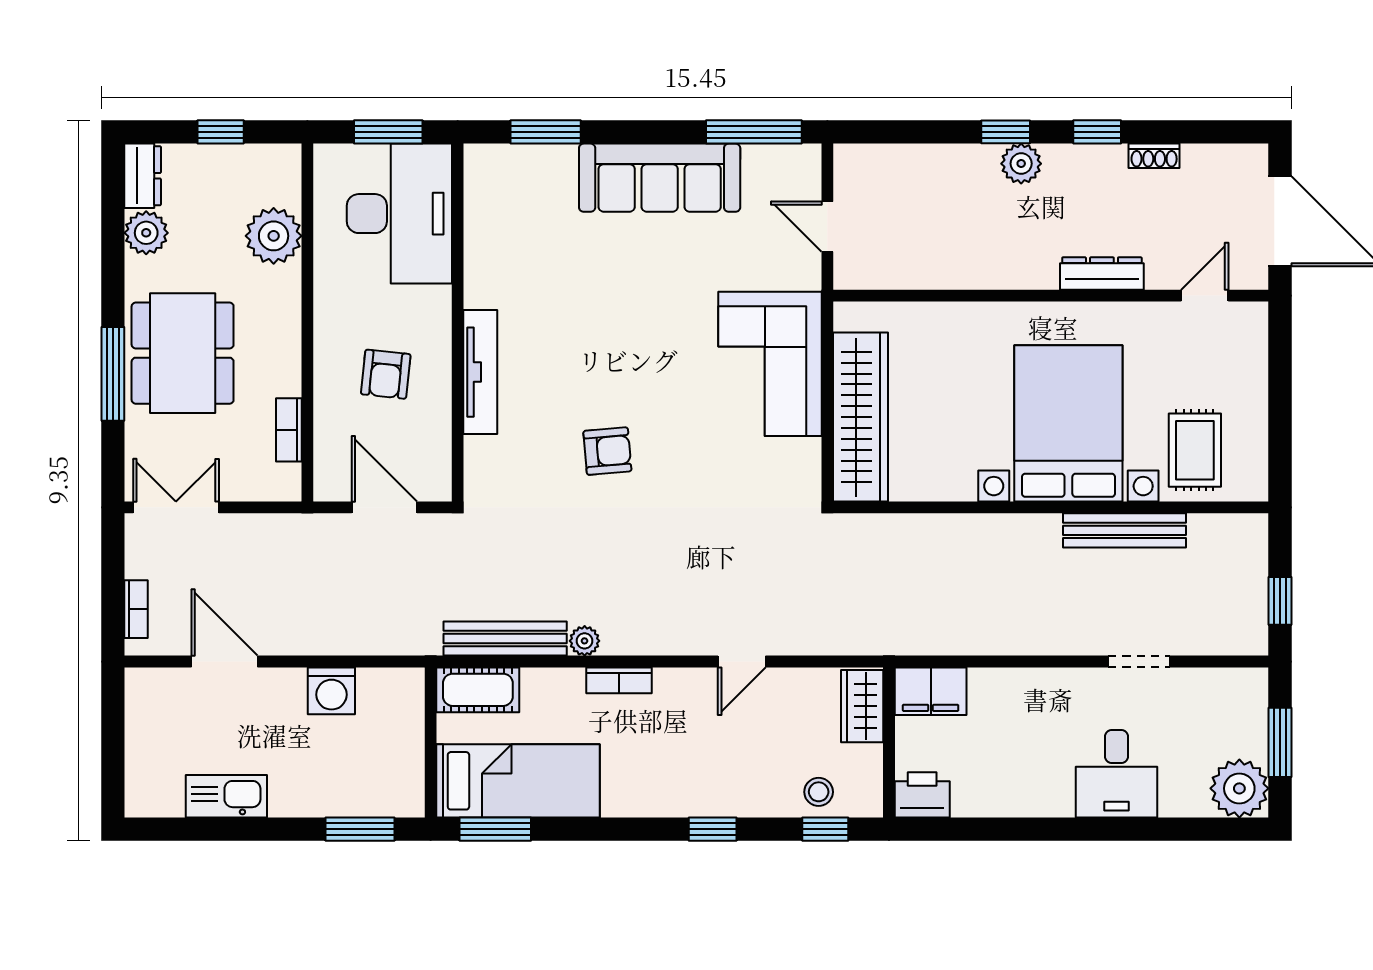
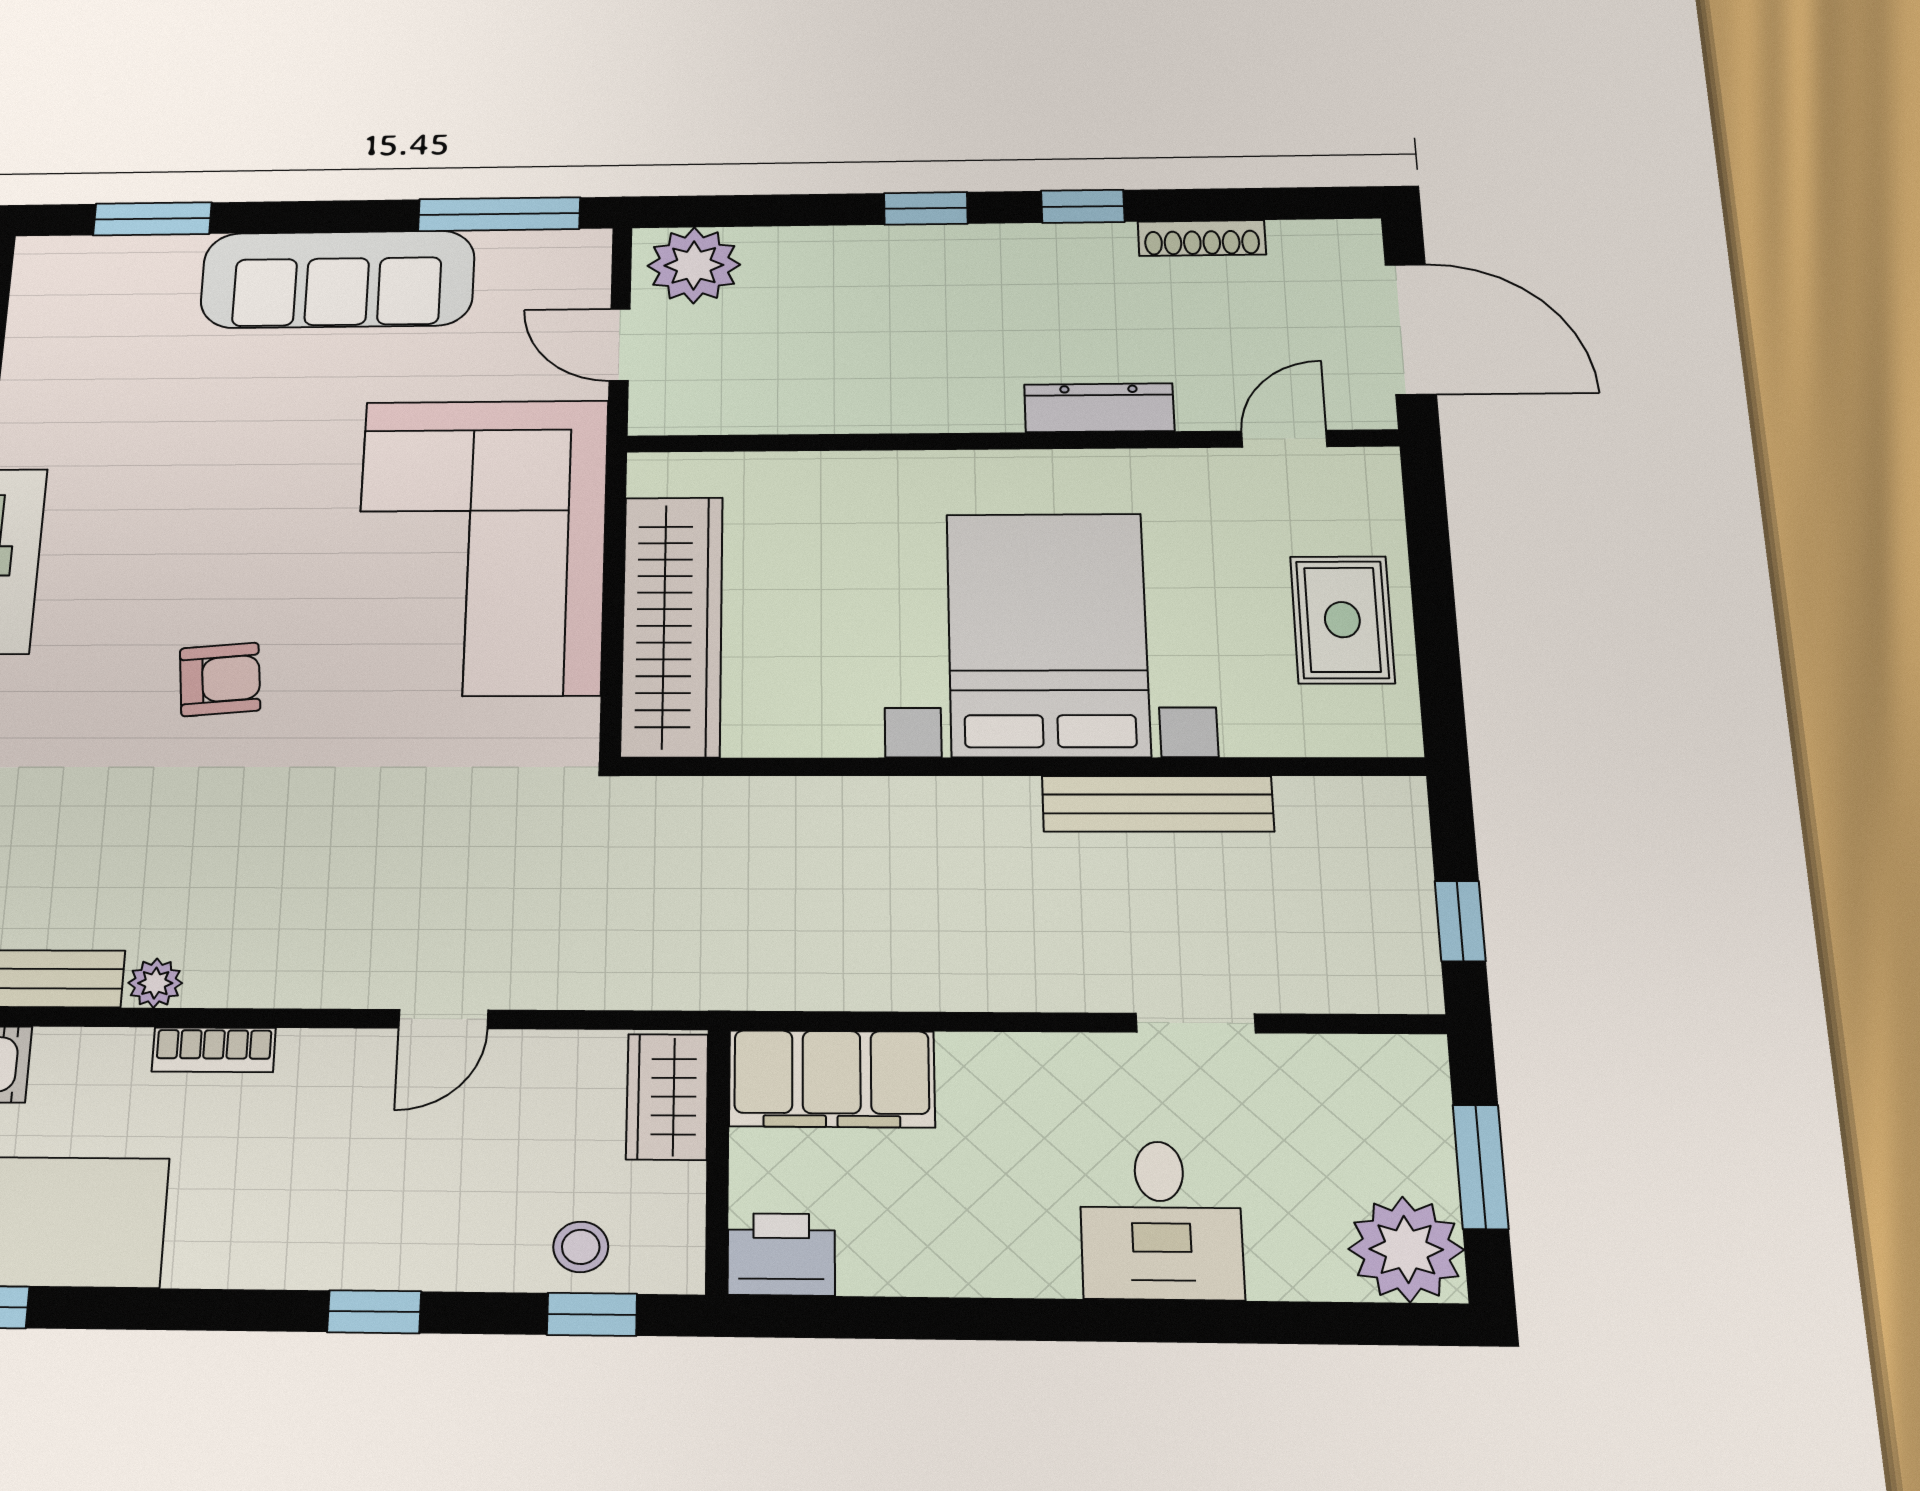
shoe rack: (1154, 156) -> (1202, 238), width x1.43
plant: (1021, 164) -> (694, 265), moved, width x1.36, depth x1.36
corner sofa: (770, 364) -> (481, 546), width x1.36, depth x1.36
rug: (1195, 450) -> (1342, 620), moved
filing cabinet: (931, 691) -> (832, 1079), width x1.50, depth x1.17

